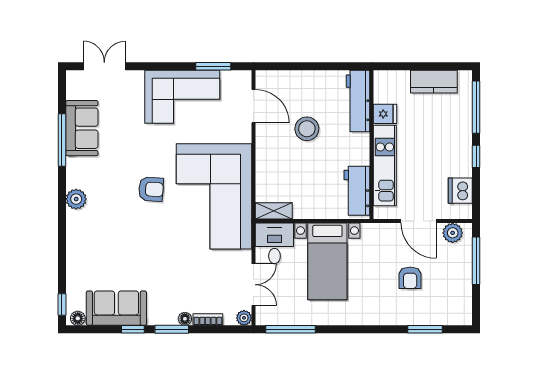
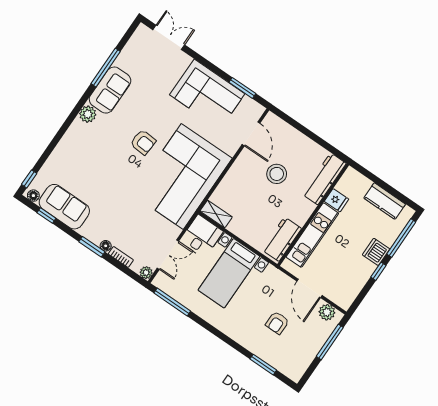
sofa: (82, 128) -> (110, 90), moved
dishwasher: (460, 191) -> (376, 252), moved
window: (133, 329) -> (46, 216), moved

